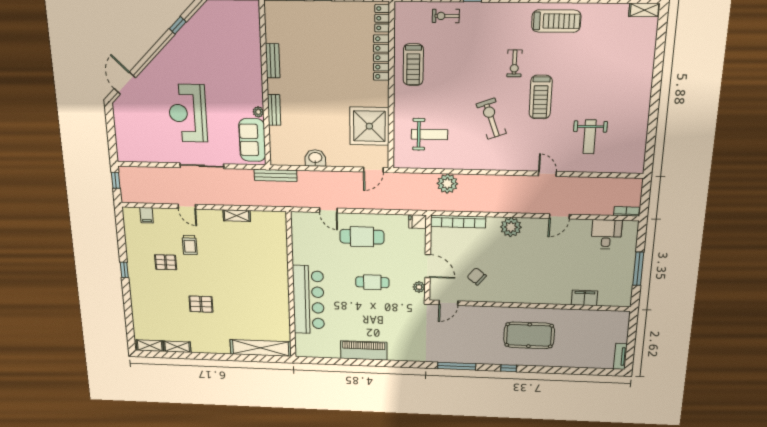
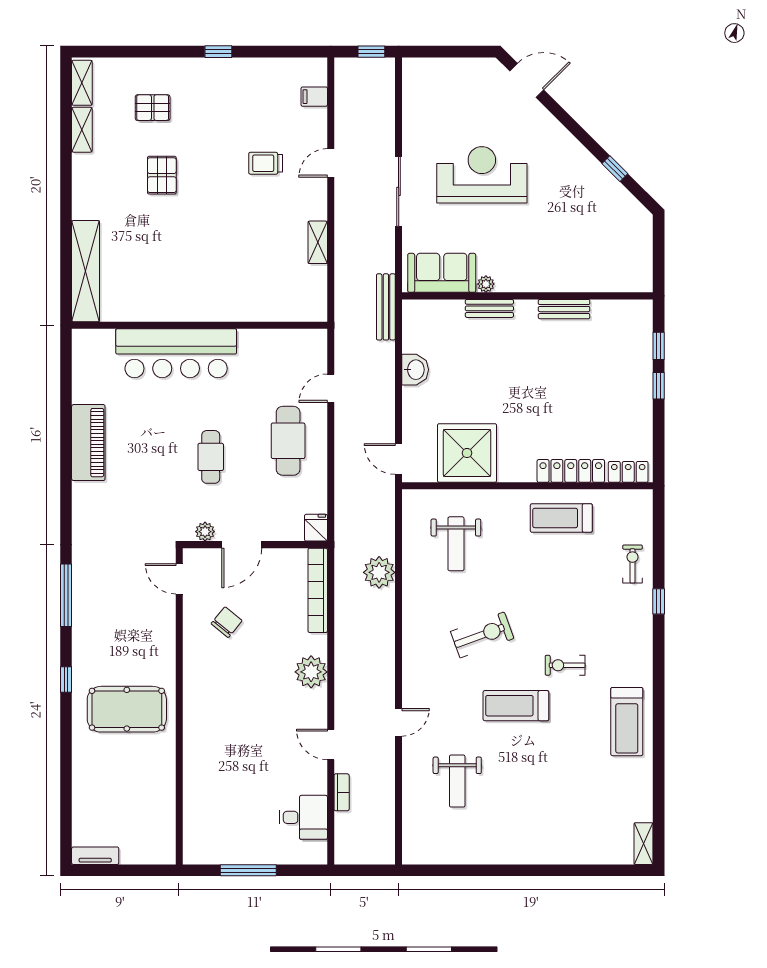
weight bench: (590, 137) -> (457, 781), turned -90
bookcase: (626, 211) -> (342, 792), moved
pallet: (166, 262) -> (153, 108), moved, turned 90
filing cabinet: (584, 298) -> (196, 792), removed
pool table: (529, 335) -> (127, 709), turned 90

